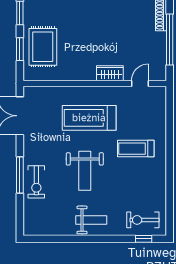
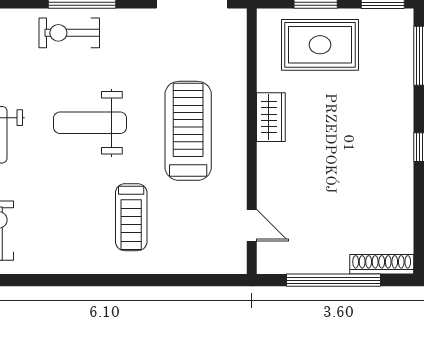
wardrobe: (110, 73) -> (271, 117), moved
treadmill: (136, 149) -> (131, 217), turned 180

